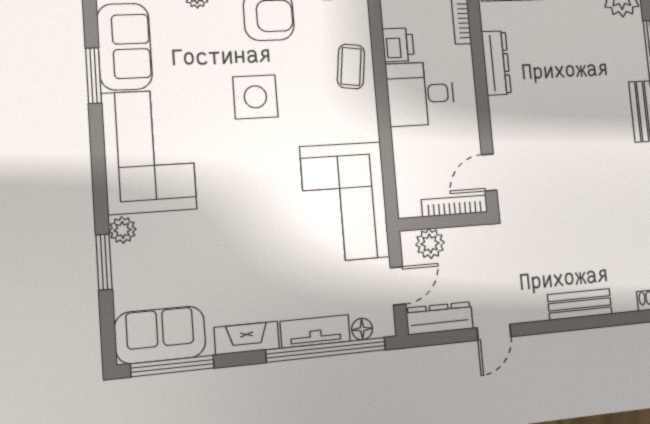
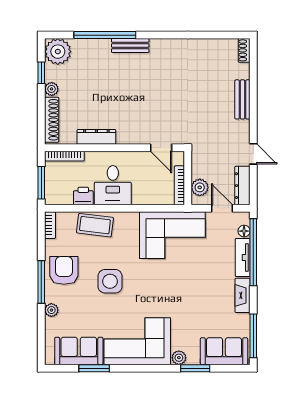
coffee table: (351, 66) -> (95, 225), width x1.36, depth x1.30
bookcase: (454, 206) -> (179, 185), moved
sofa: (160, 335) -> (224, 351), moved, turned 90

